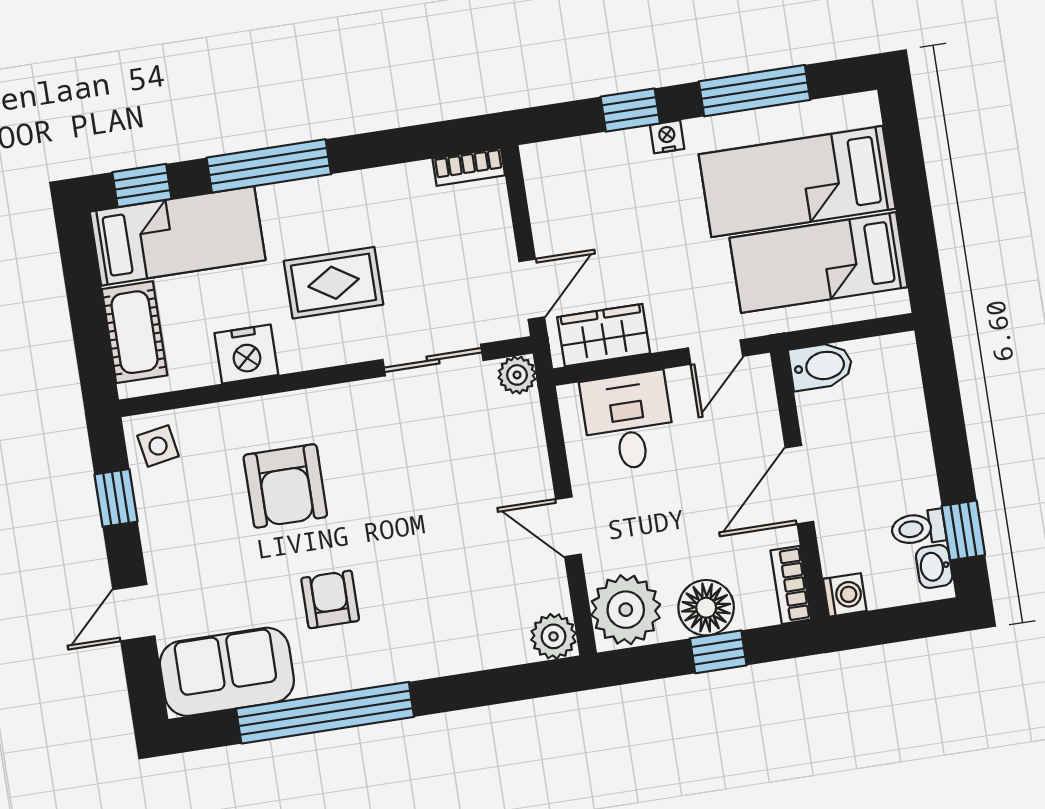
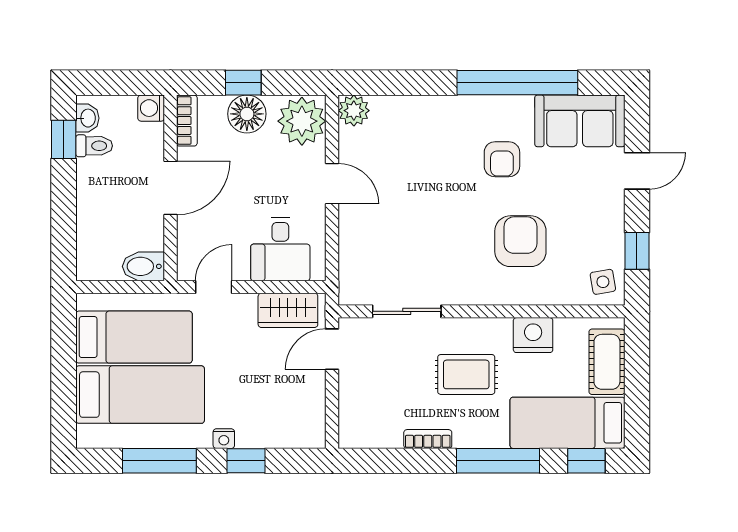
bookcase: (469, 167) -> (428, 439), moved
plant: (517, 375) -> (351, 292), removed

